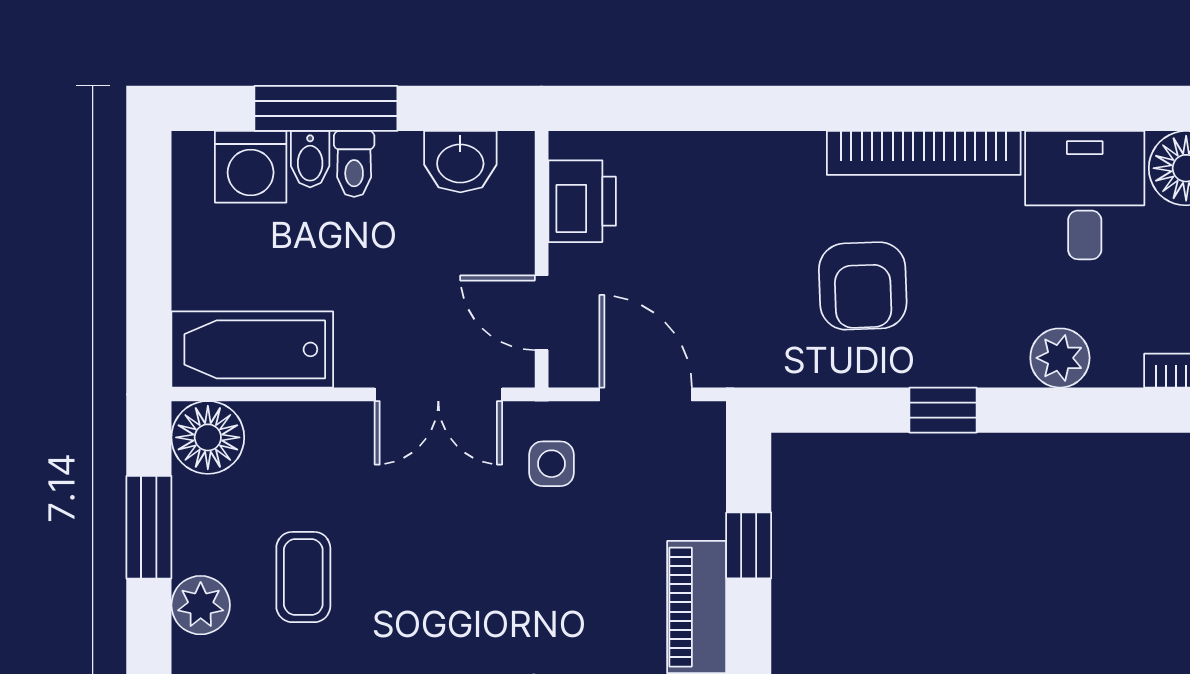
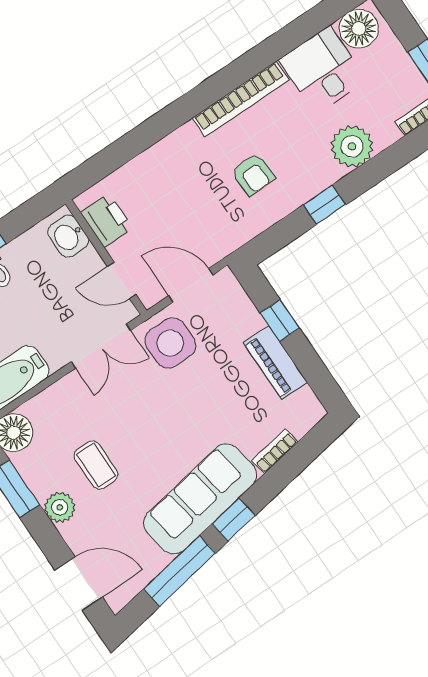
washbasin: (460, 162) -> (68, 236), moved, turned 90
armchair: (863, 286) -> (253, 175), width x0.72, depth x0.72
plant: (1060, 358) -> (352, 146), width x1.36, depth x1.36
side table: (552, 464) -> (170, 343), width x1.87, depth x1.87

